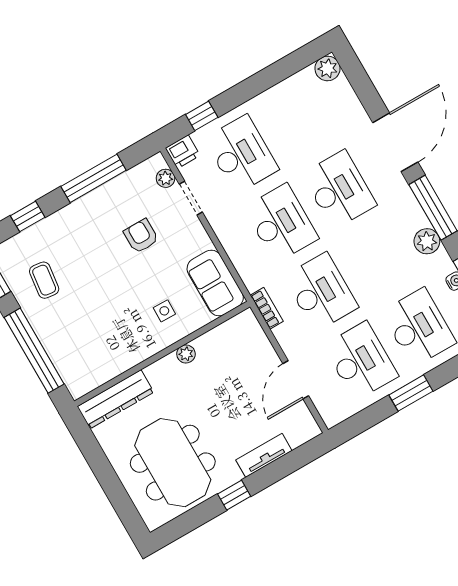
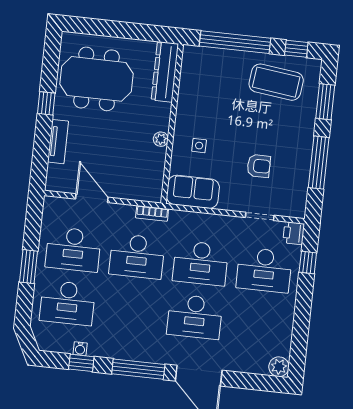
plant: (166, 178) -> (285, 209), removed
window: (28, 216) -> (325, 102), width x1.50
plant: (427, 241) -> (119, 349), removed
coffee table: (44, 280) -> (276, 82), width x1.86, depth x1.72

